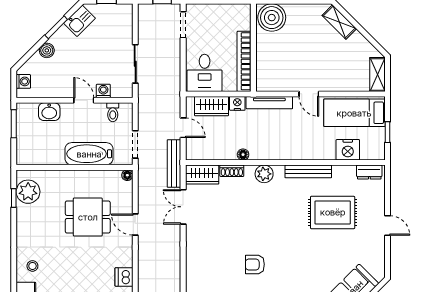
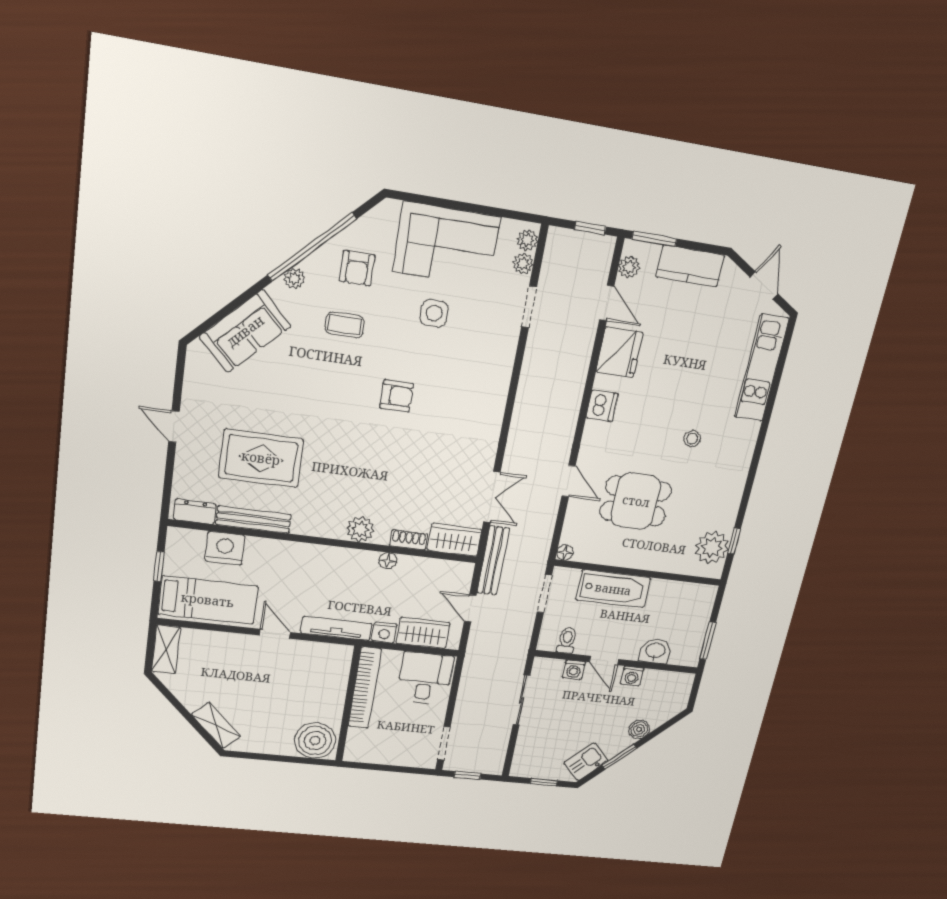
washing machine: (23, 81) -> (632, 676), moved, turned -90
bench: (308, 171) -> (254, 520), moved
stool: (32, 266) -> (692, 439), moved

